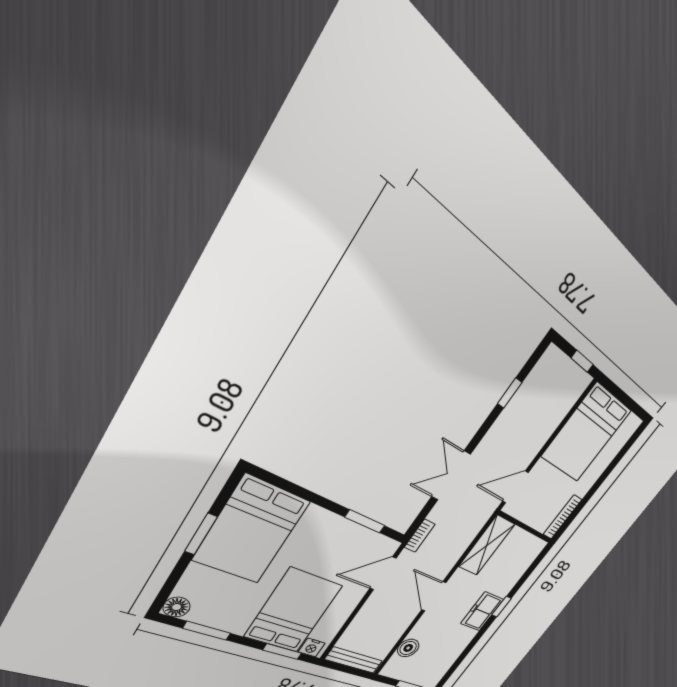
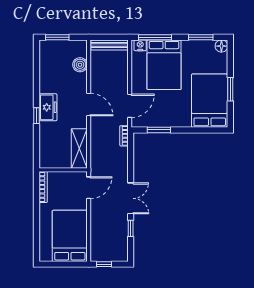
double door: (451, 476) -> (131, 198), moved
window: (282, 652) -> (155, 37), width x1.44

